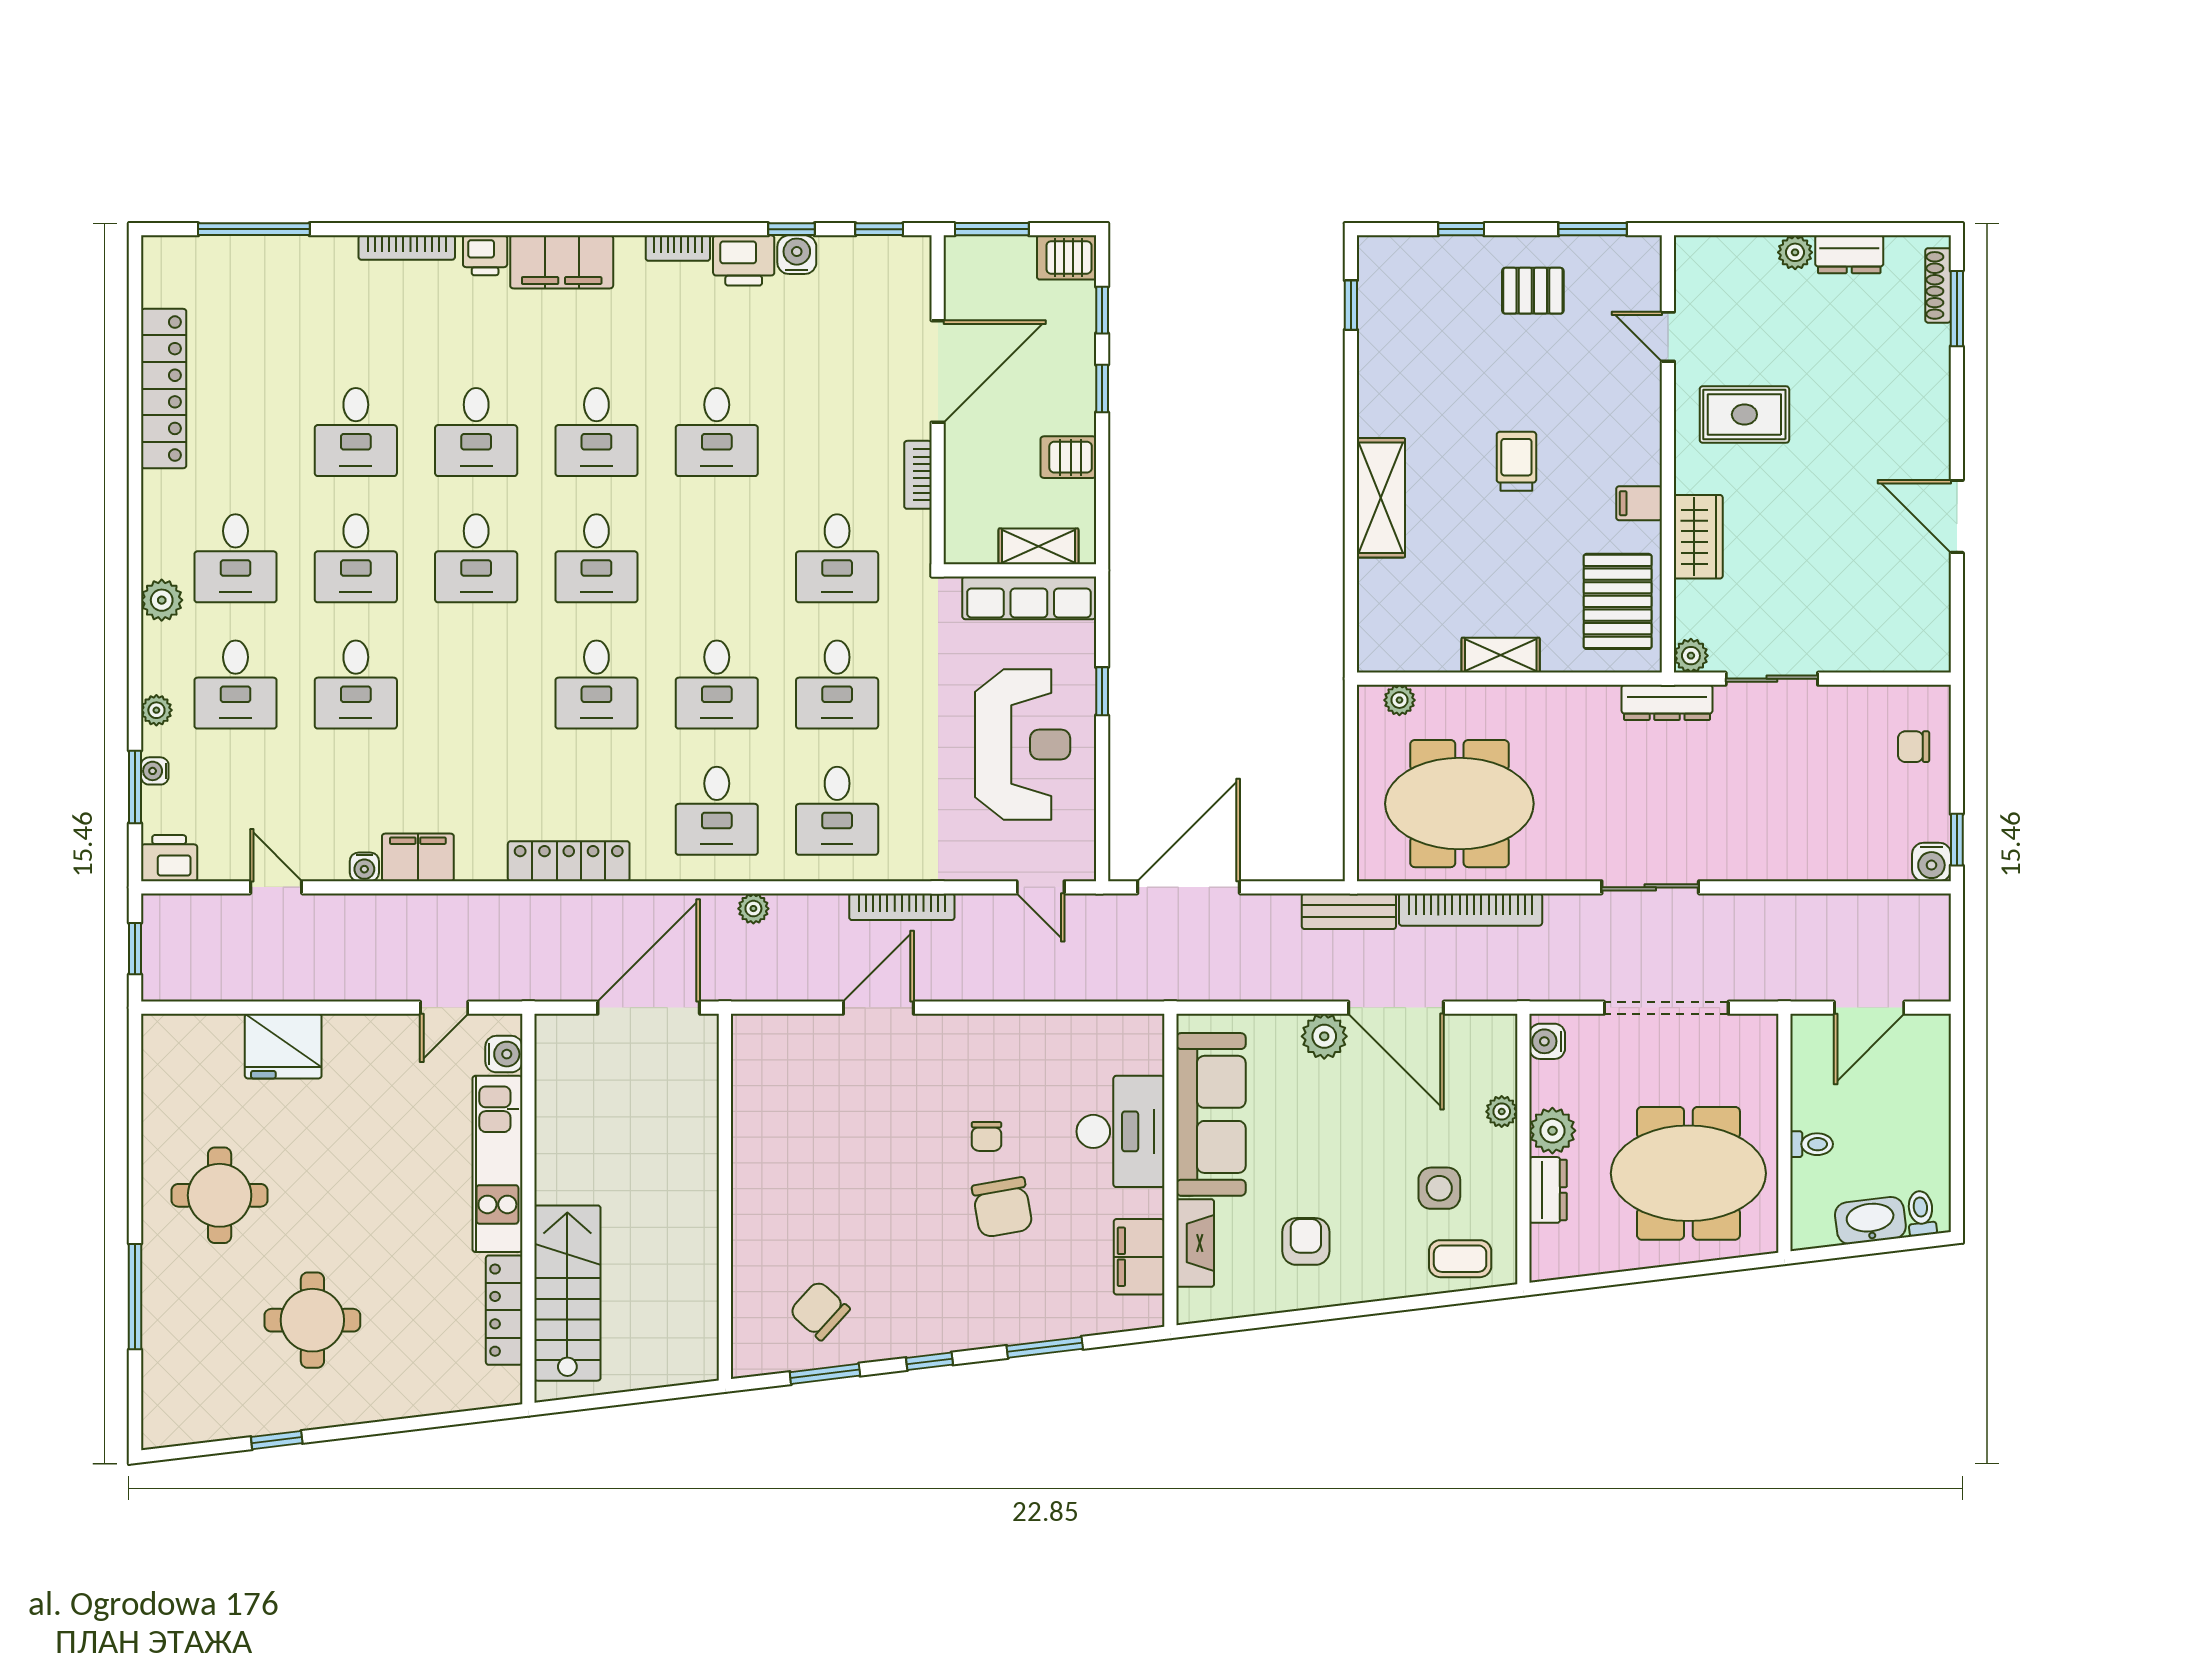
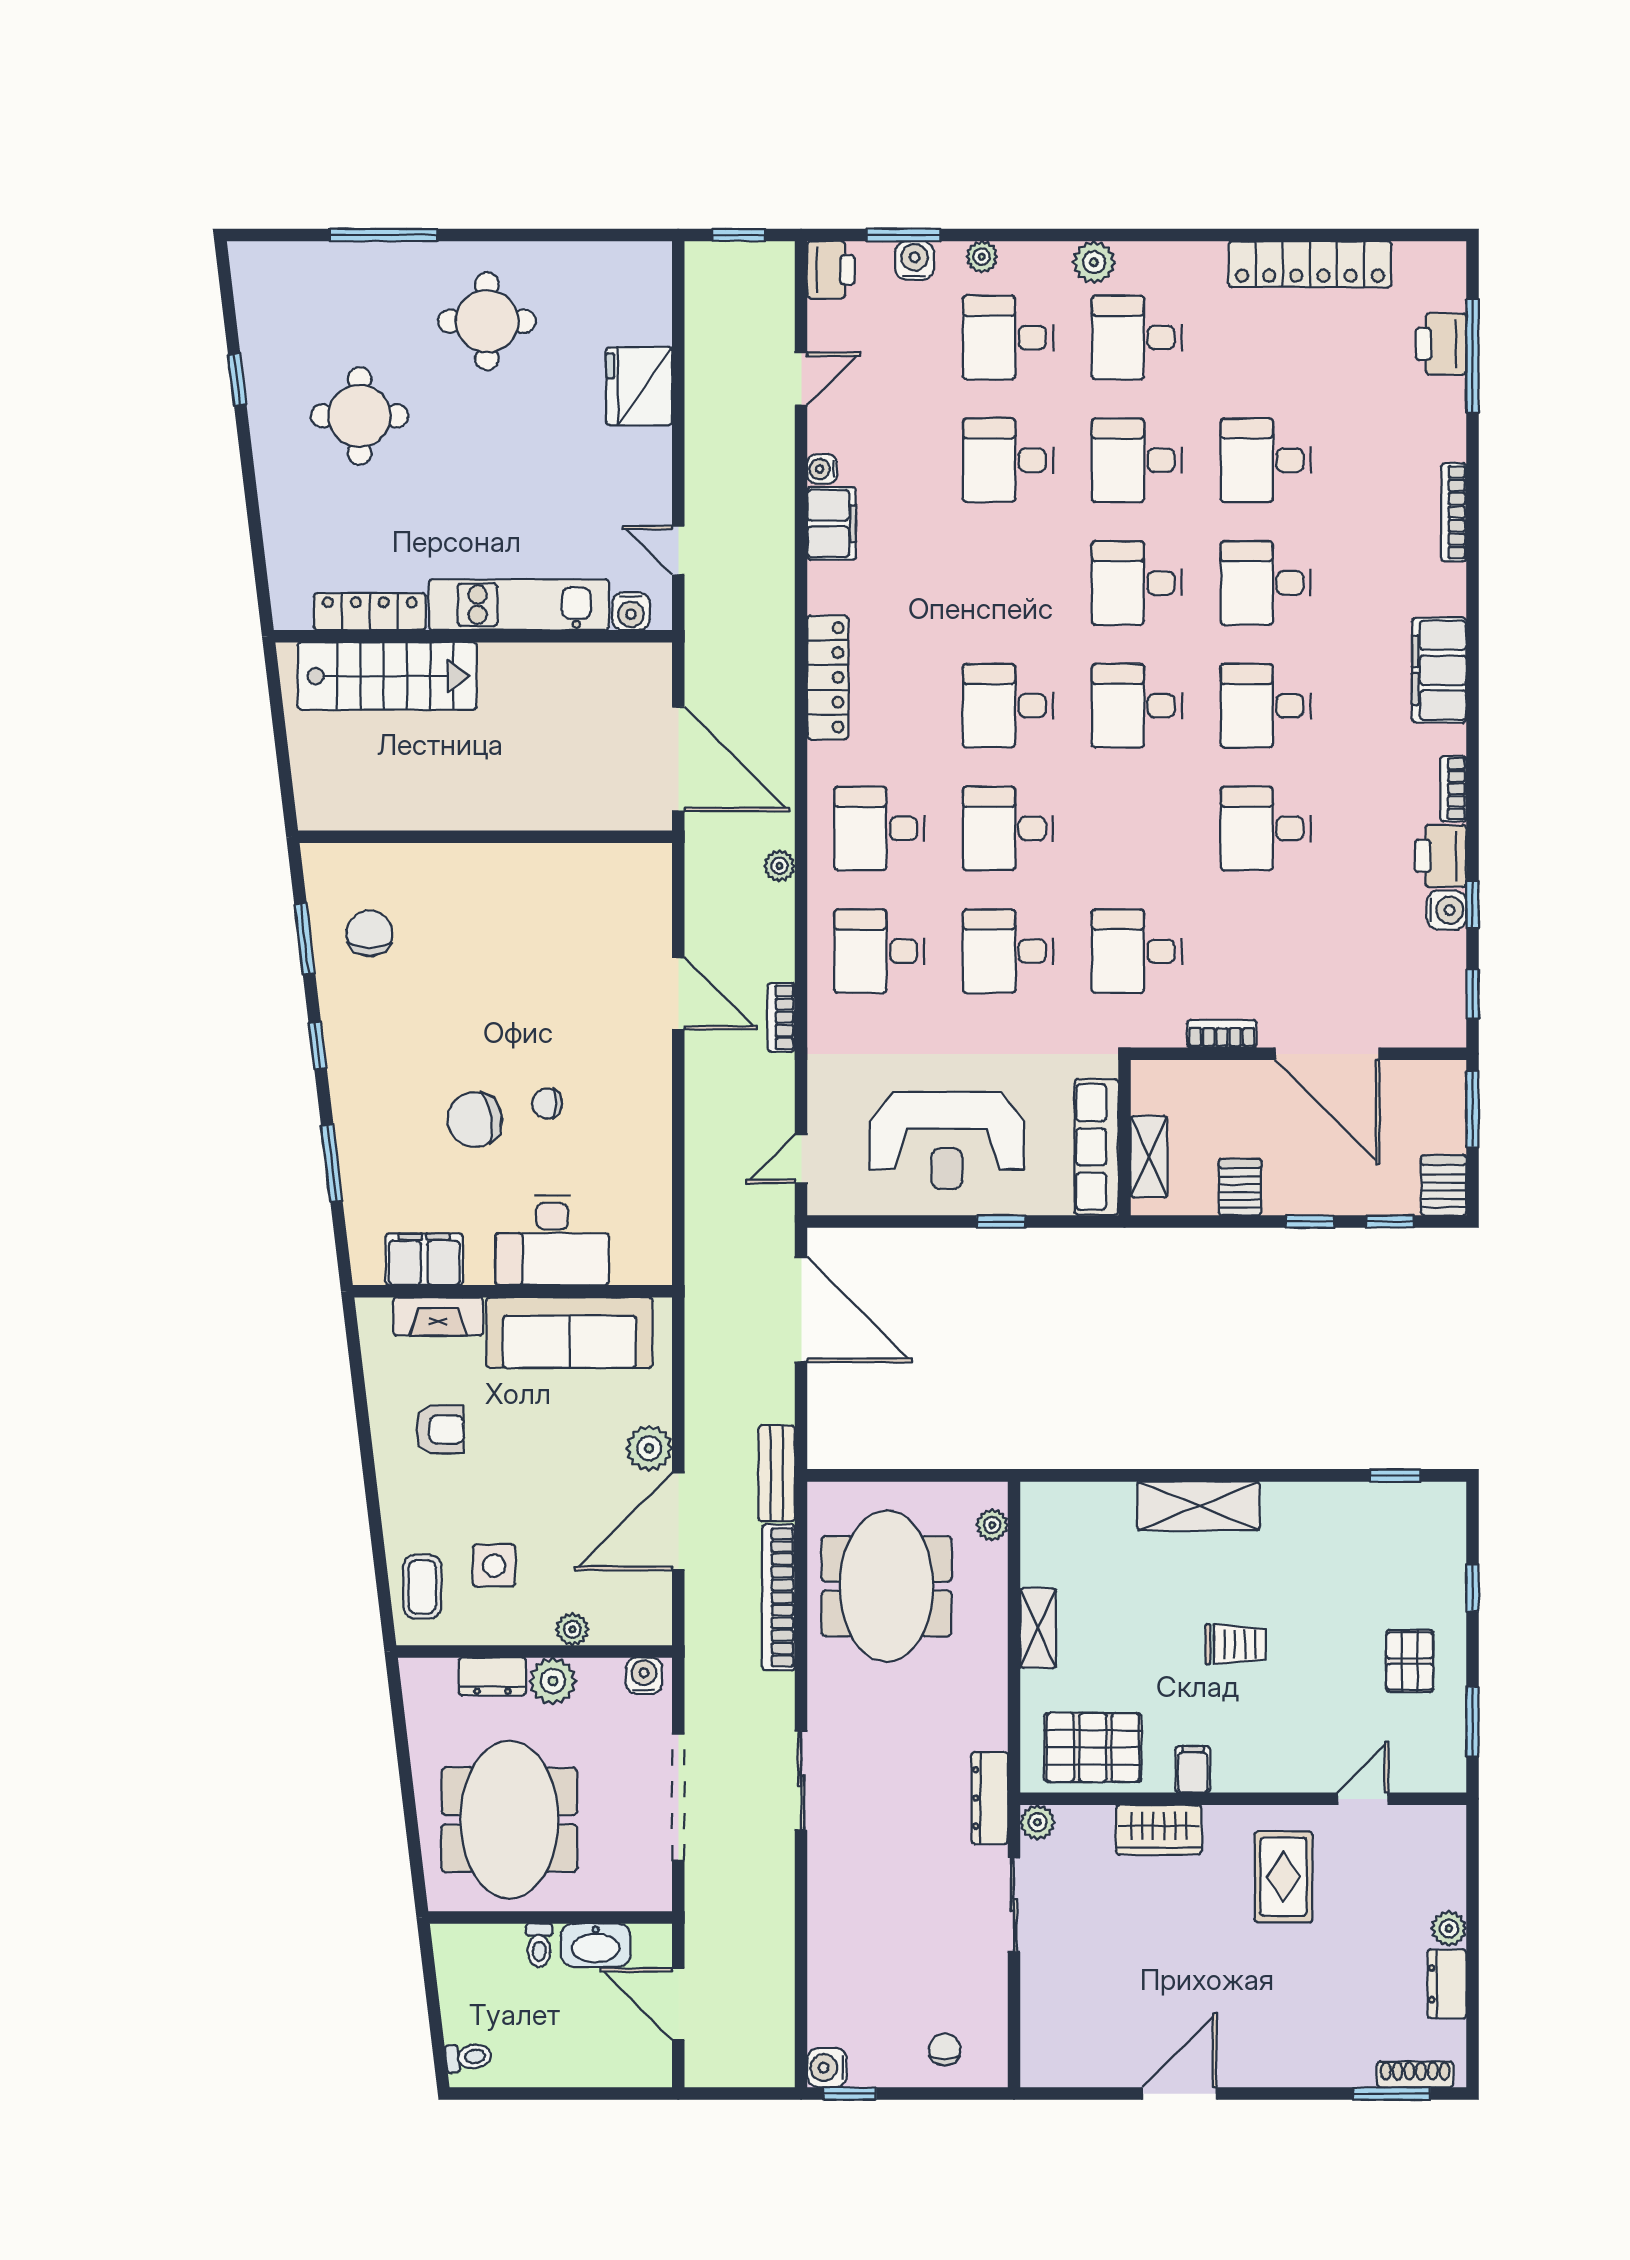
printer: (485, 255) -> (1441, 344), moved, width x1.36, depth x1.24
water cooler: (155, 771) -> (914, 260), width x1.38, depth x1.38
bookcase: (902, 907) -> (781, 1017), width x0.64
washbasin: (1870, 1220) -> (596, 1945), moved, turned 97
chair: (820, 1310) -> (369, 933), turned -42

